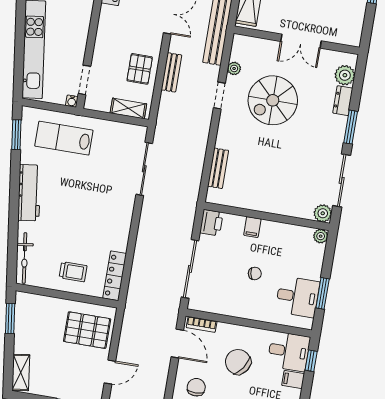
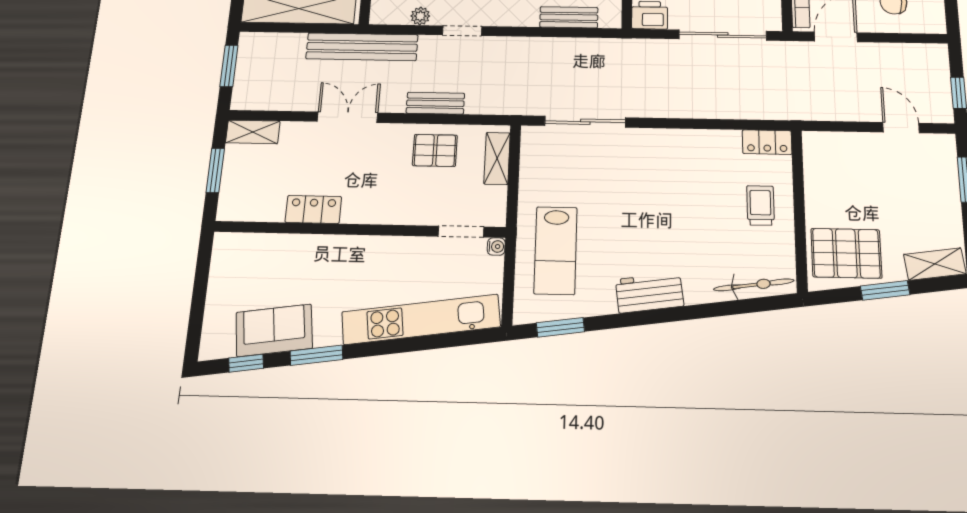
workbench: (29, 193) -> (649, 293), width x0.73
locker: (115, 276) -> (767, 142), width x0.66
window: (10, 318) -> (885, 290), moved
pallet: (87, 330) -> (846, 253), moved, turned 90

